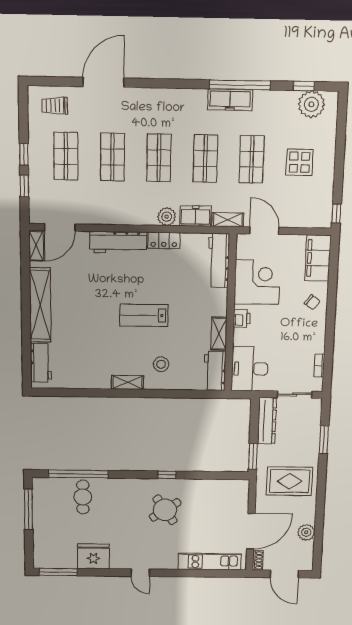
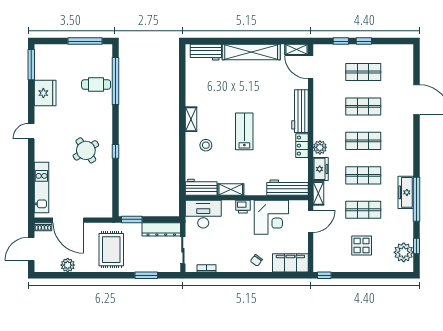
trolley: (55, 106) -> (399, 64), removed

